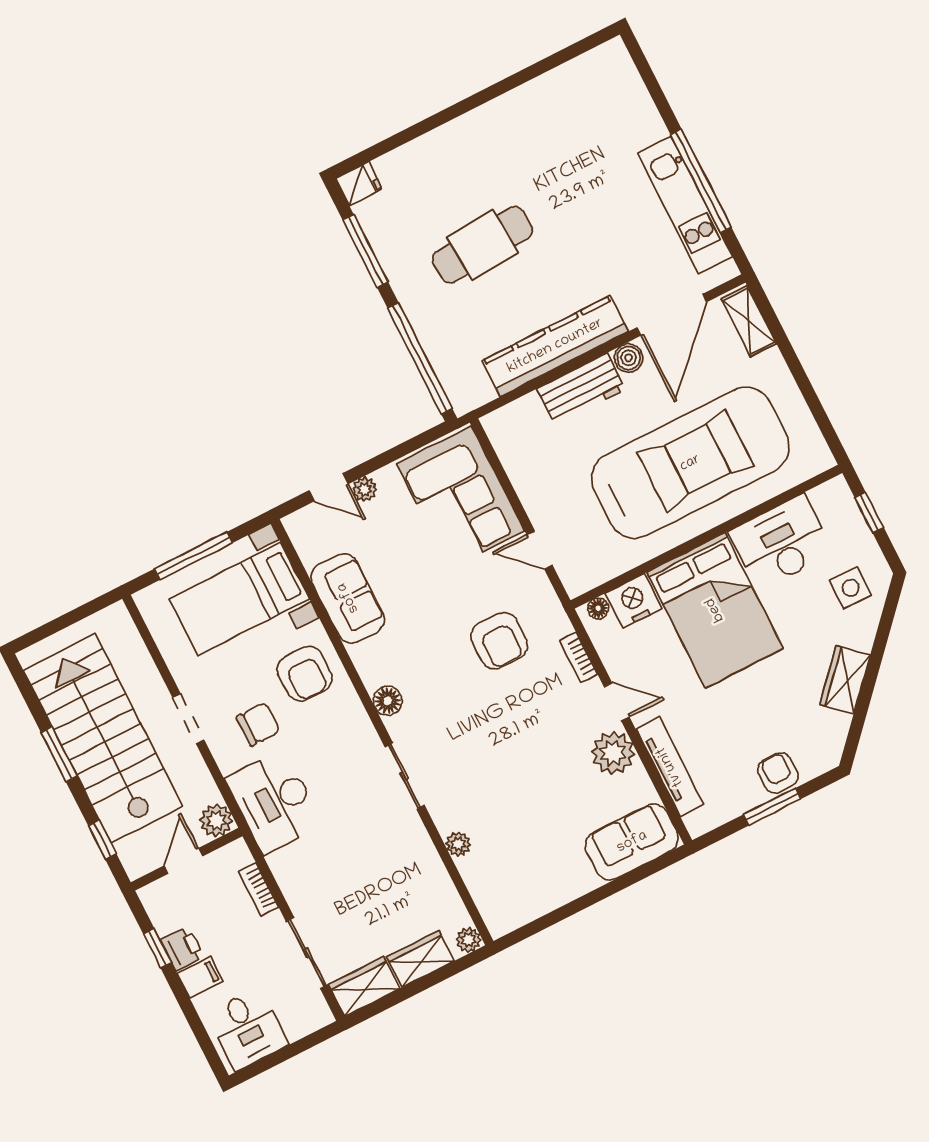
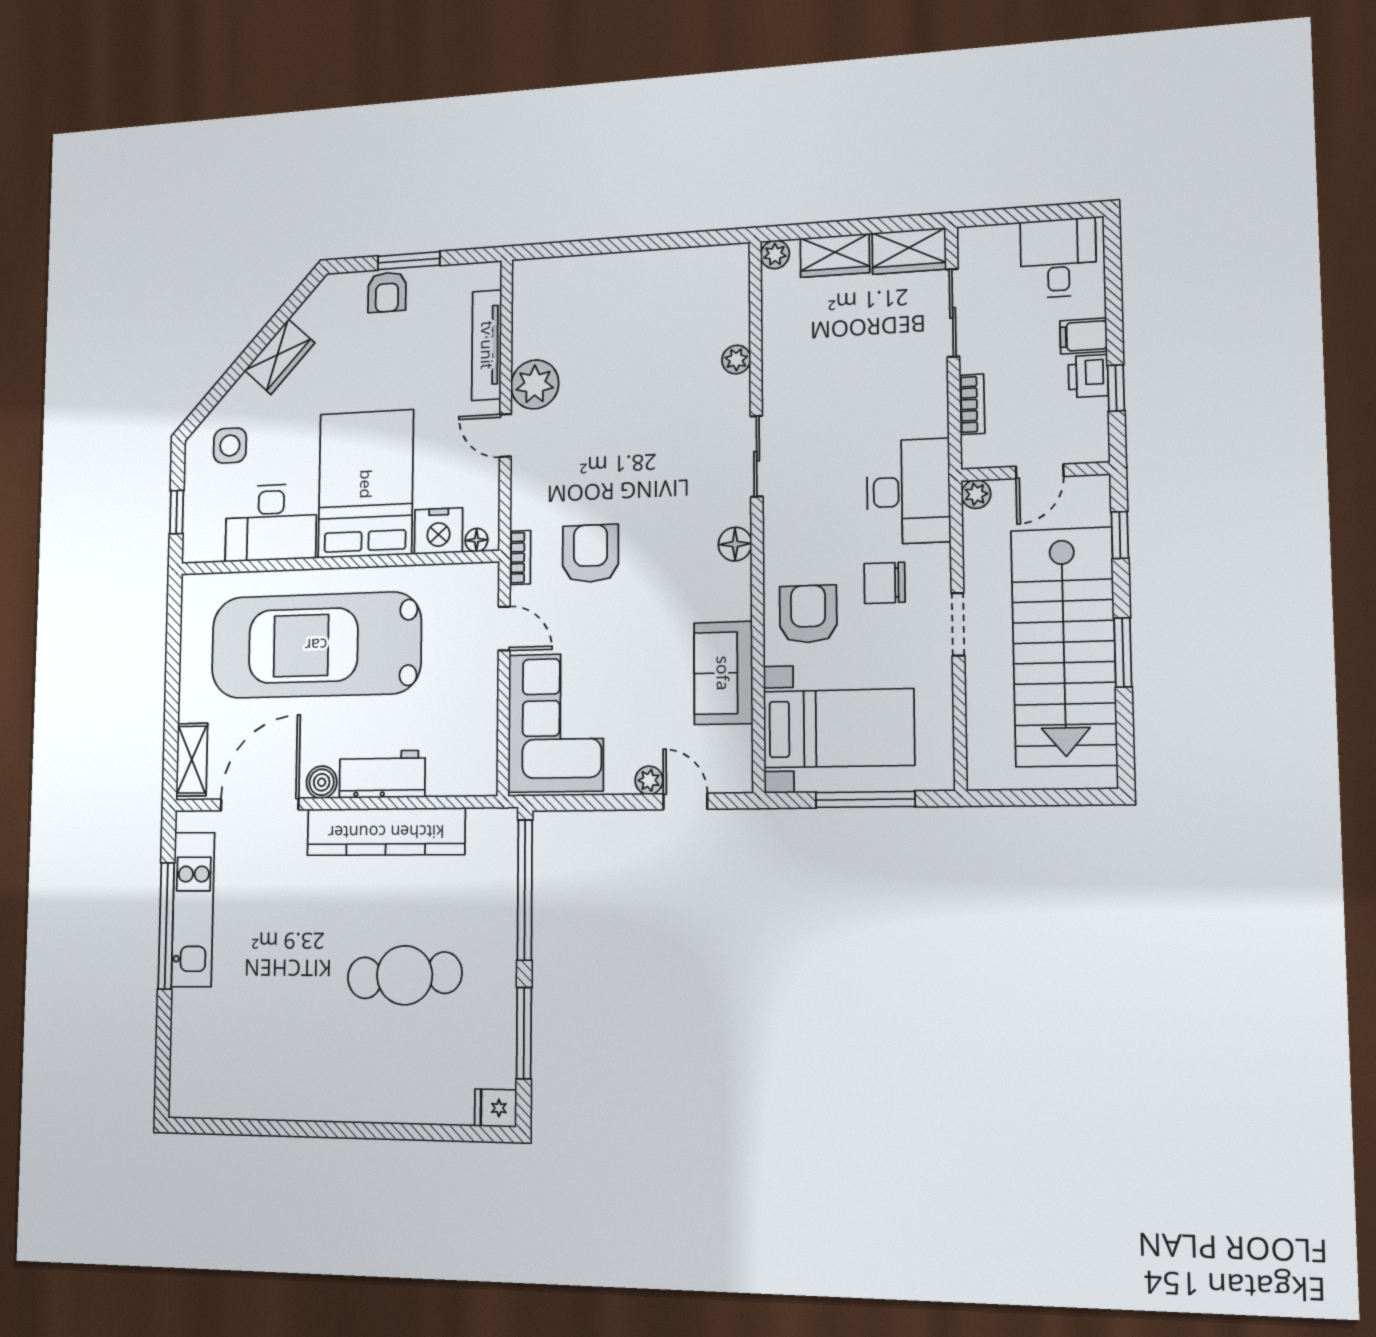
bookcase: (579, 658) -> (520, 558), moved
plant: (216, 821) -> (976, 494), width x0.73, depth x0.73
sofa: (632, 842) -> (561, 285), removed

